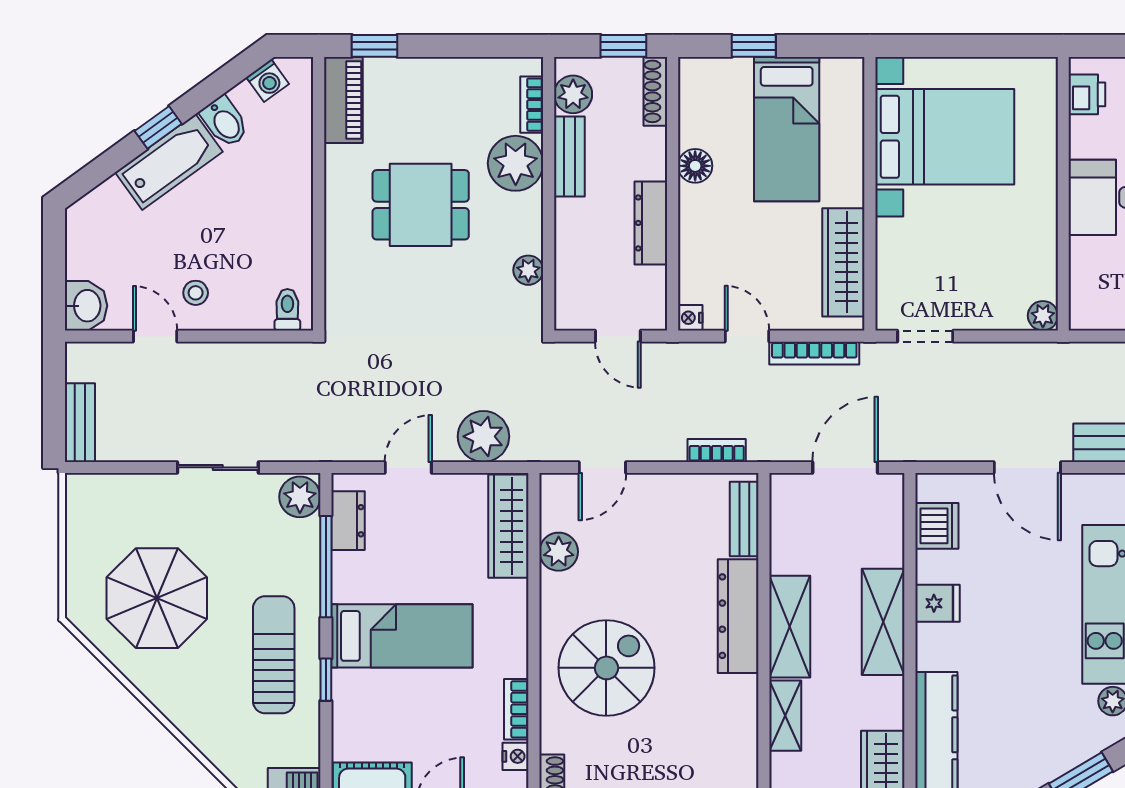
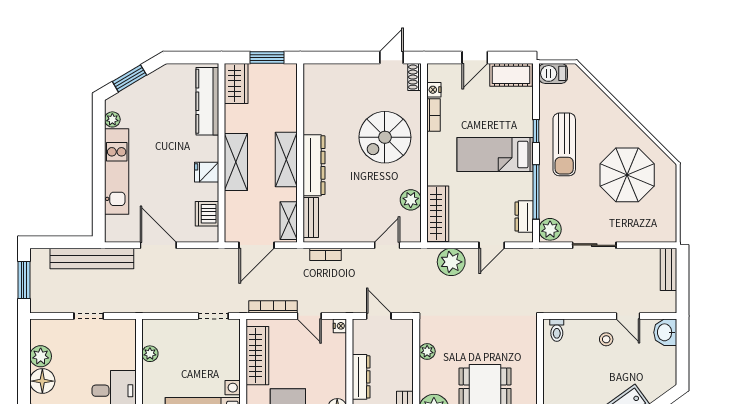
plant: (1043, 316) -> (150, 354), moved
shelving: (785, 716) -> (289, 221), moved

